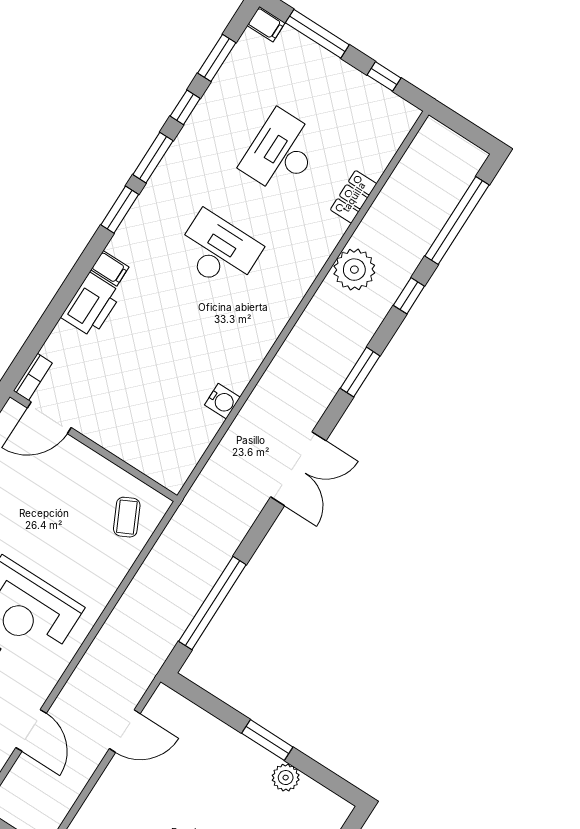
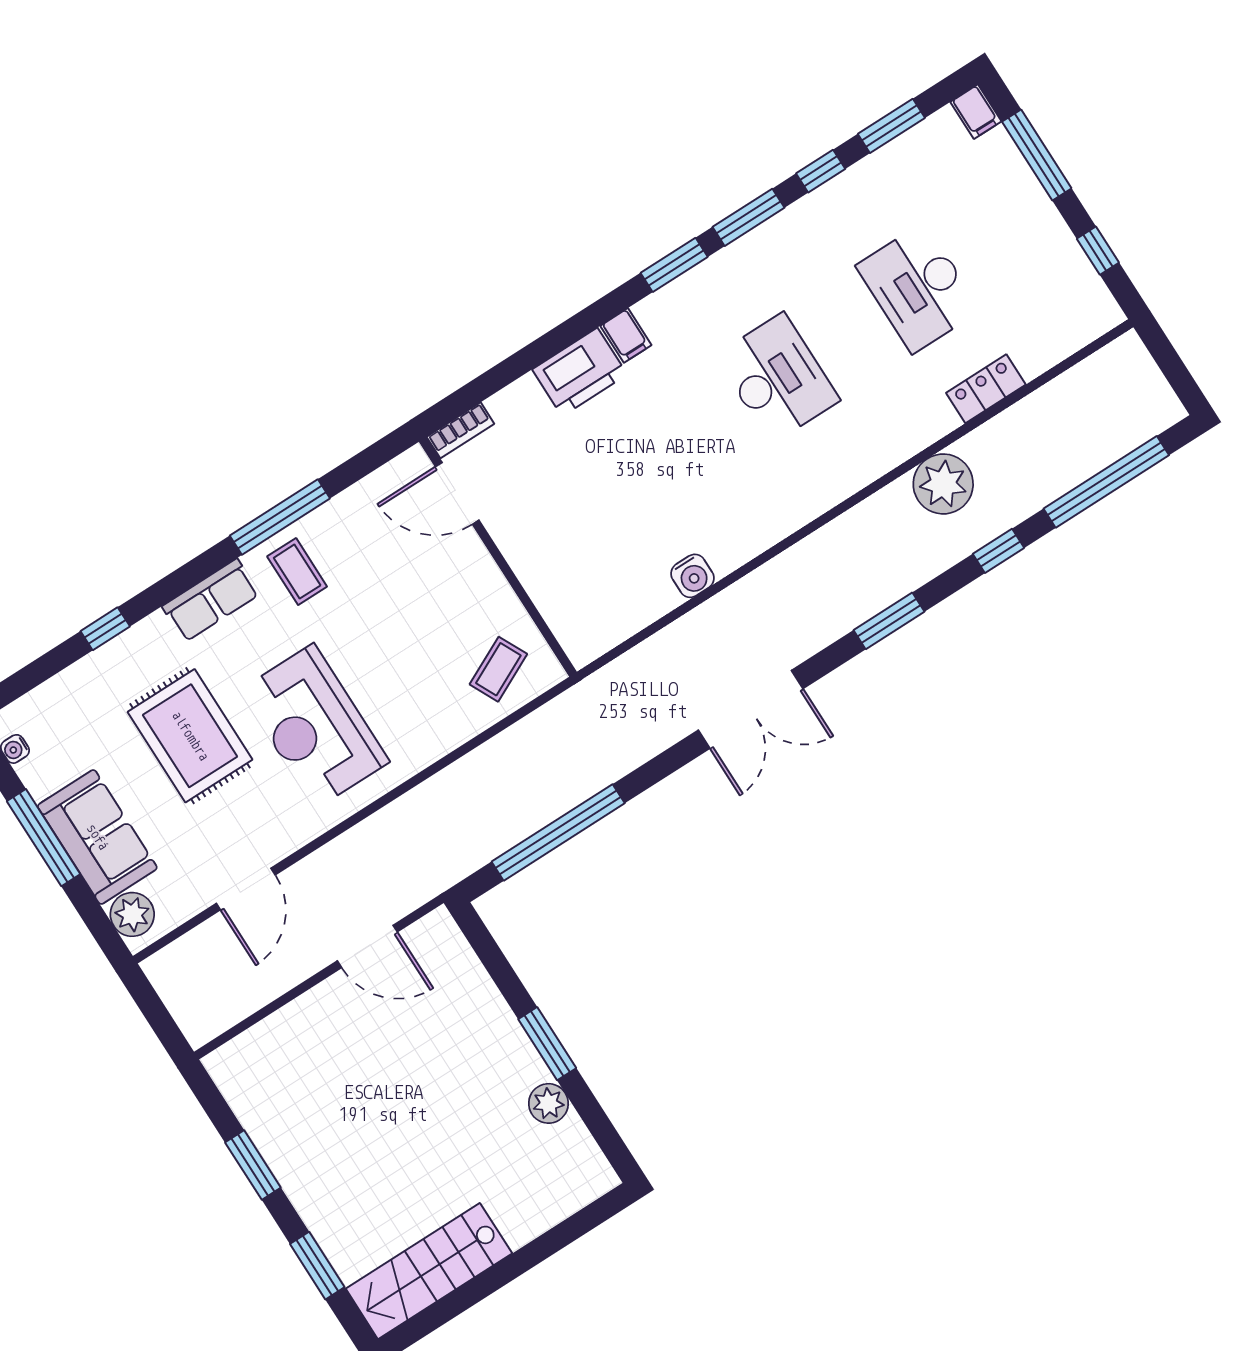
desk: (281, 153) -> (918, 288), turned -90

